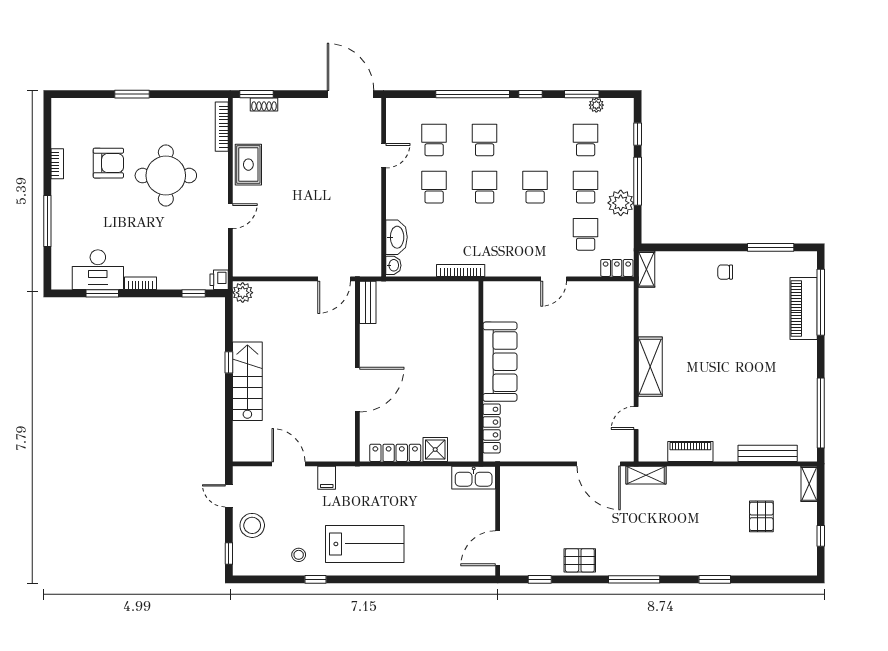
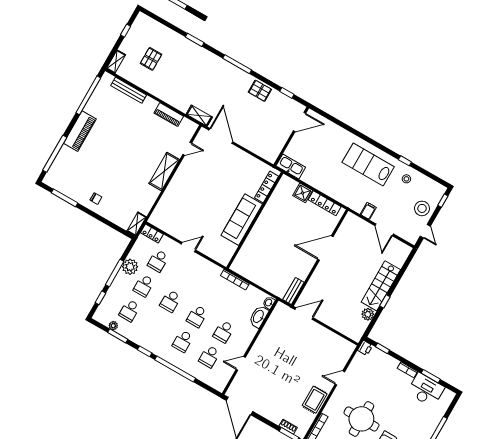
plant: (243, 293) -> (368, 314), moved
piano: (804, 309) -> (80, 131), moved

